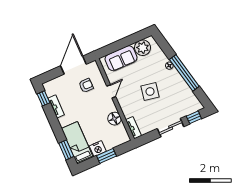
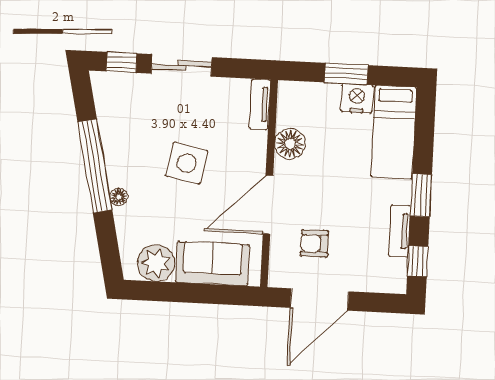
door: (111, 91) -> (268, 204), width x1.87
window: (66, 150) -> (421, 195), moved

